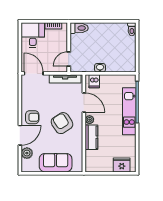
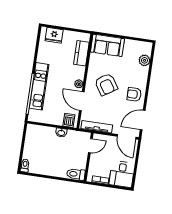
door: (20, 135) -> (143, 120), moved
kitchen counter: (91, 137) -> (81, 53), moved
sofa: (56, 163) -> (107, 45), moved

